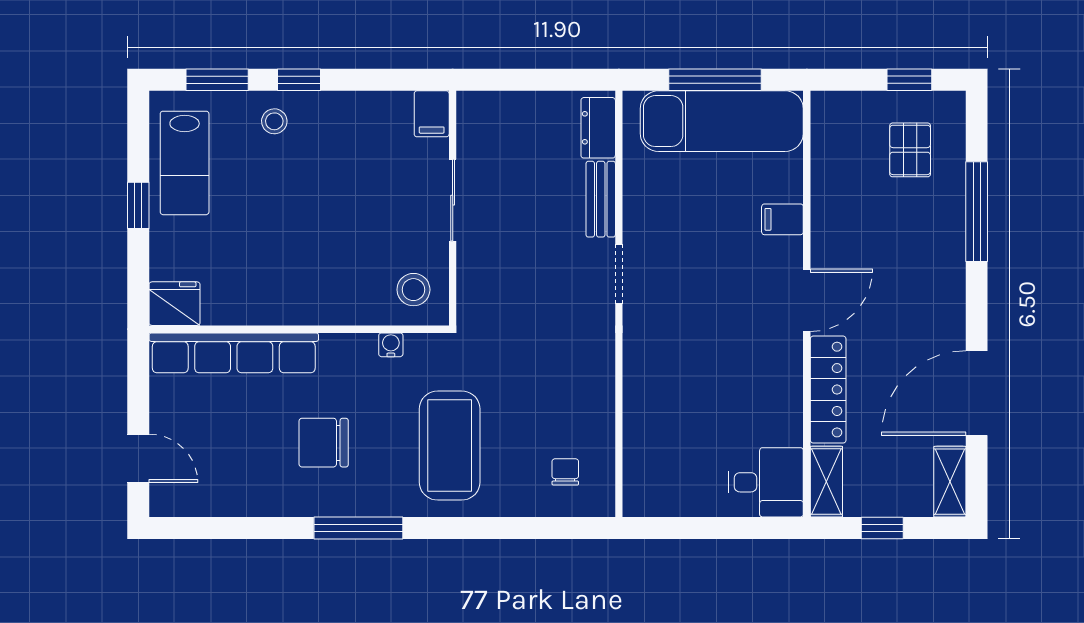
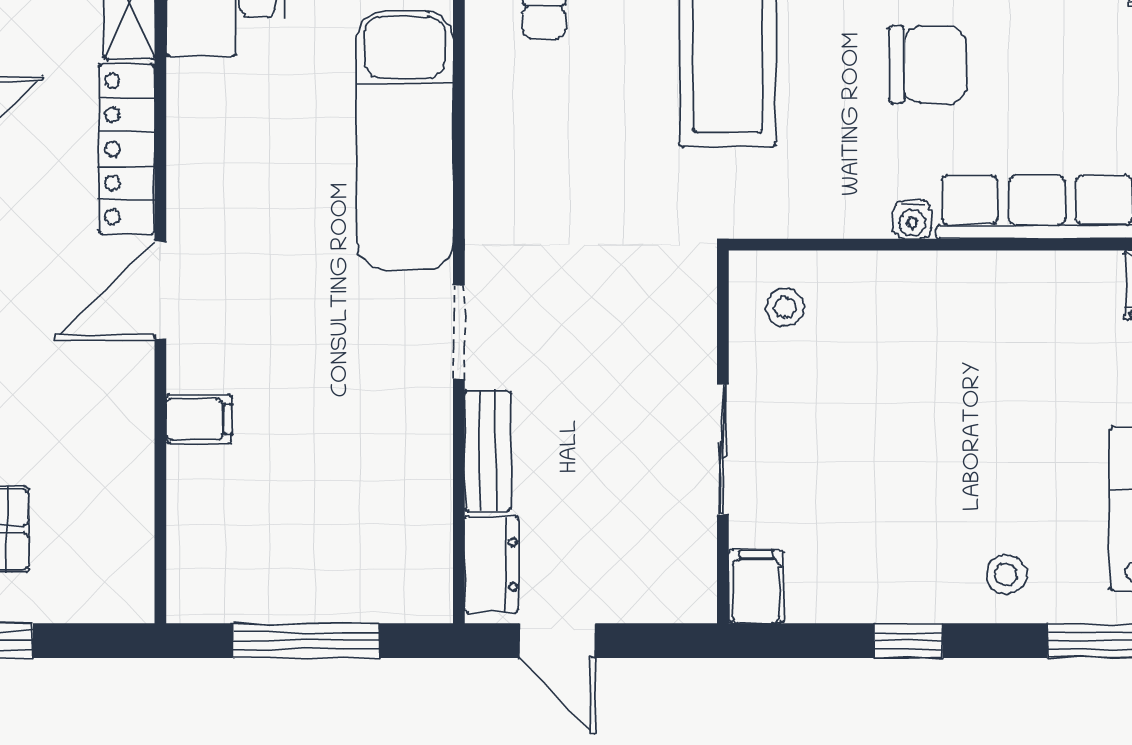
window: (299, 80) -> (908, 641), moved
door: (557, 80) -> (557, 641), added
exam couch: (722, 121) -> (405, 141), moved, turned -90
stool: (413, 290) -> (785, 307), width x0.73, depth x0.73
water cooler: (391, 345) -> (912, 220), moved

